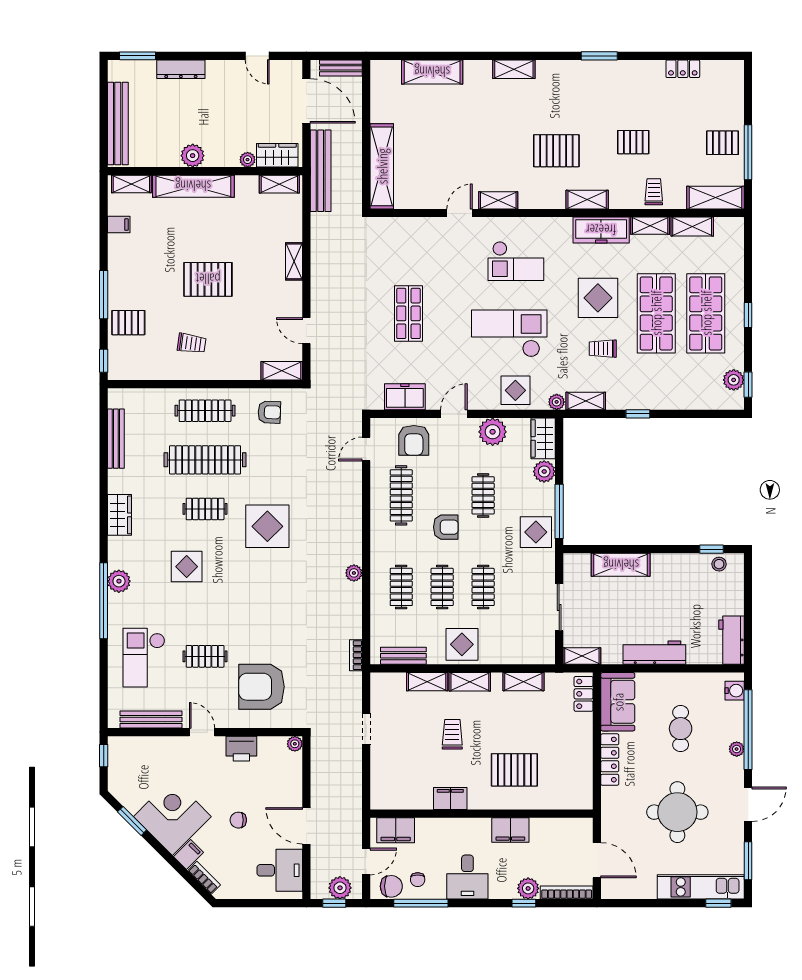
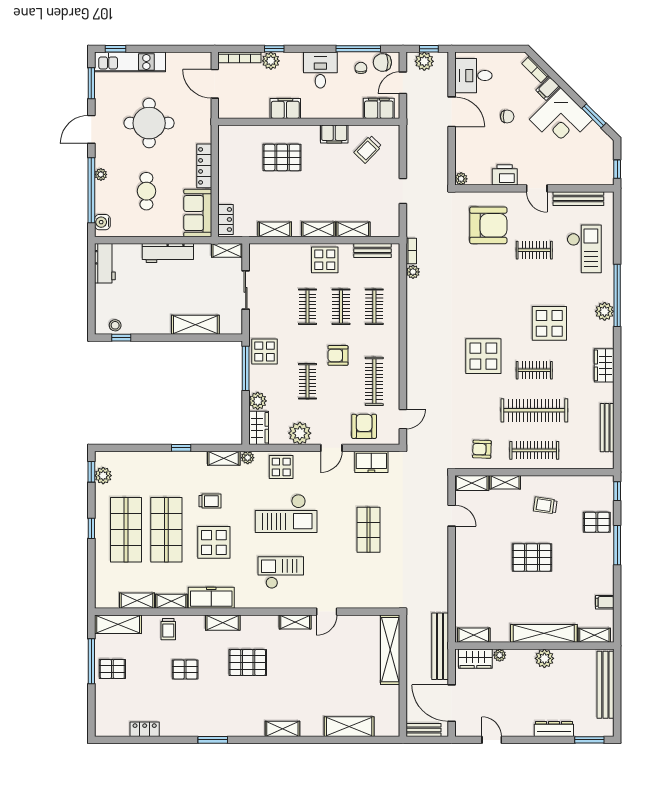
shelving: (294, 261) -> (505, 482), moved, turned 90
display table: (187, 567) -> (549, 323), width x1.36, depth x1.36
plant: (354, 573) -> (413, 272), moved
trolley: (452, 734) -> (368, 149), moved, turned 44

